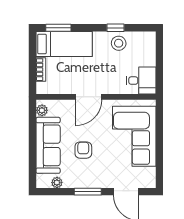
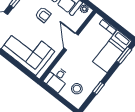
stool: (119, 43) -> (77, 89), moved

